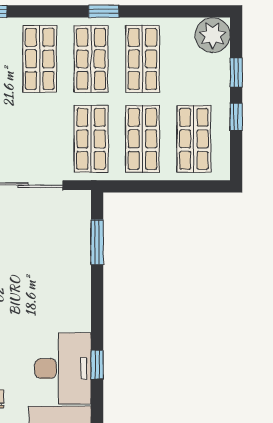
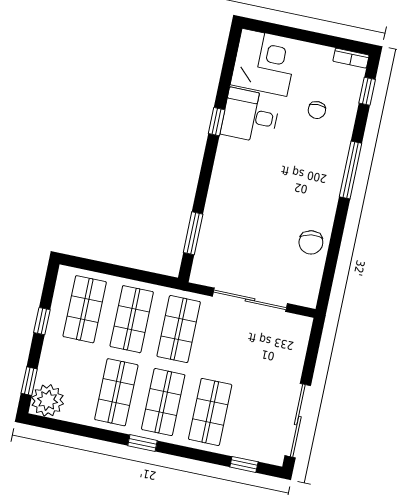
window: (236, 72) -> (29, 381), moved
desk: (63, 369) -> (250, 116), width x0.73

